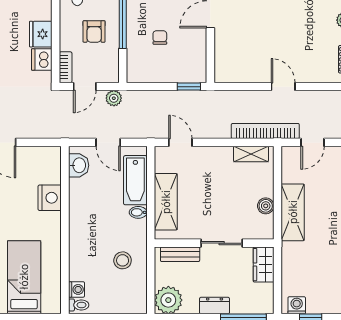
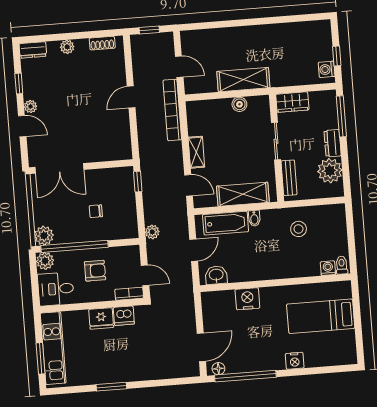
plant: (114, 98) -> (152, 232), moved
door: (180, 142) -> (189, 185), swing flipped
shelving: (251, 154) -> (196, 152), moved
plant: (168, 300) -> (330, 171), moved

